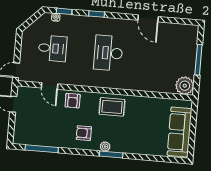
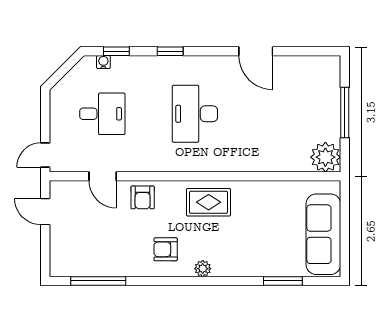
window: (111, 155) -> (283, 281), moved

